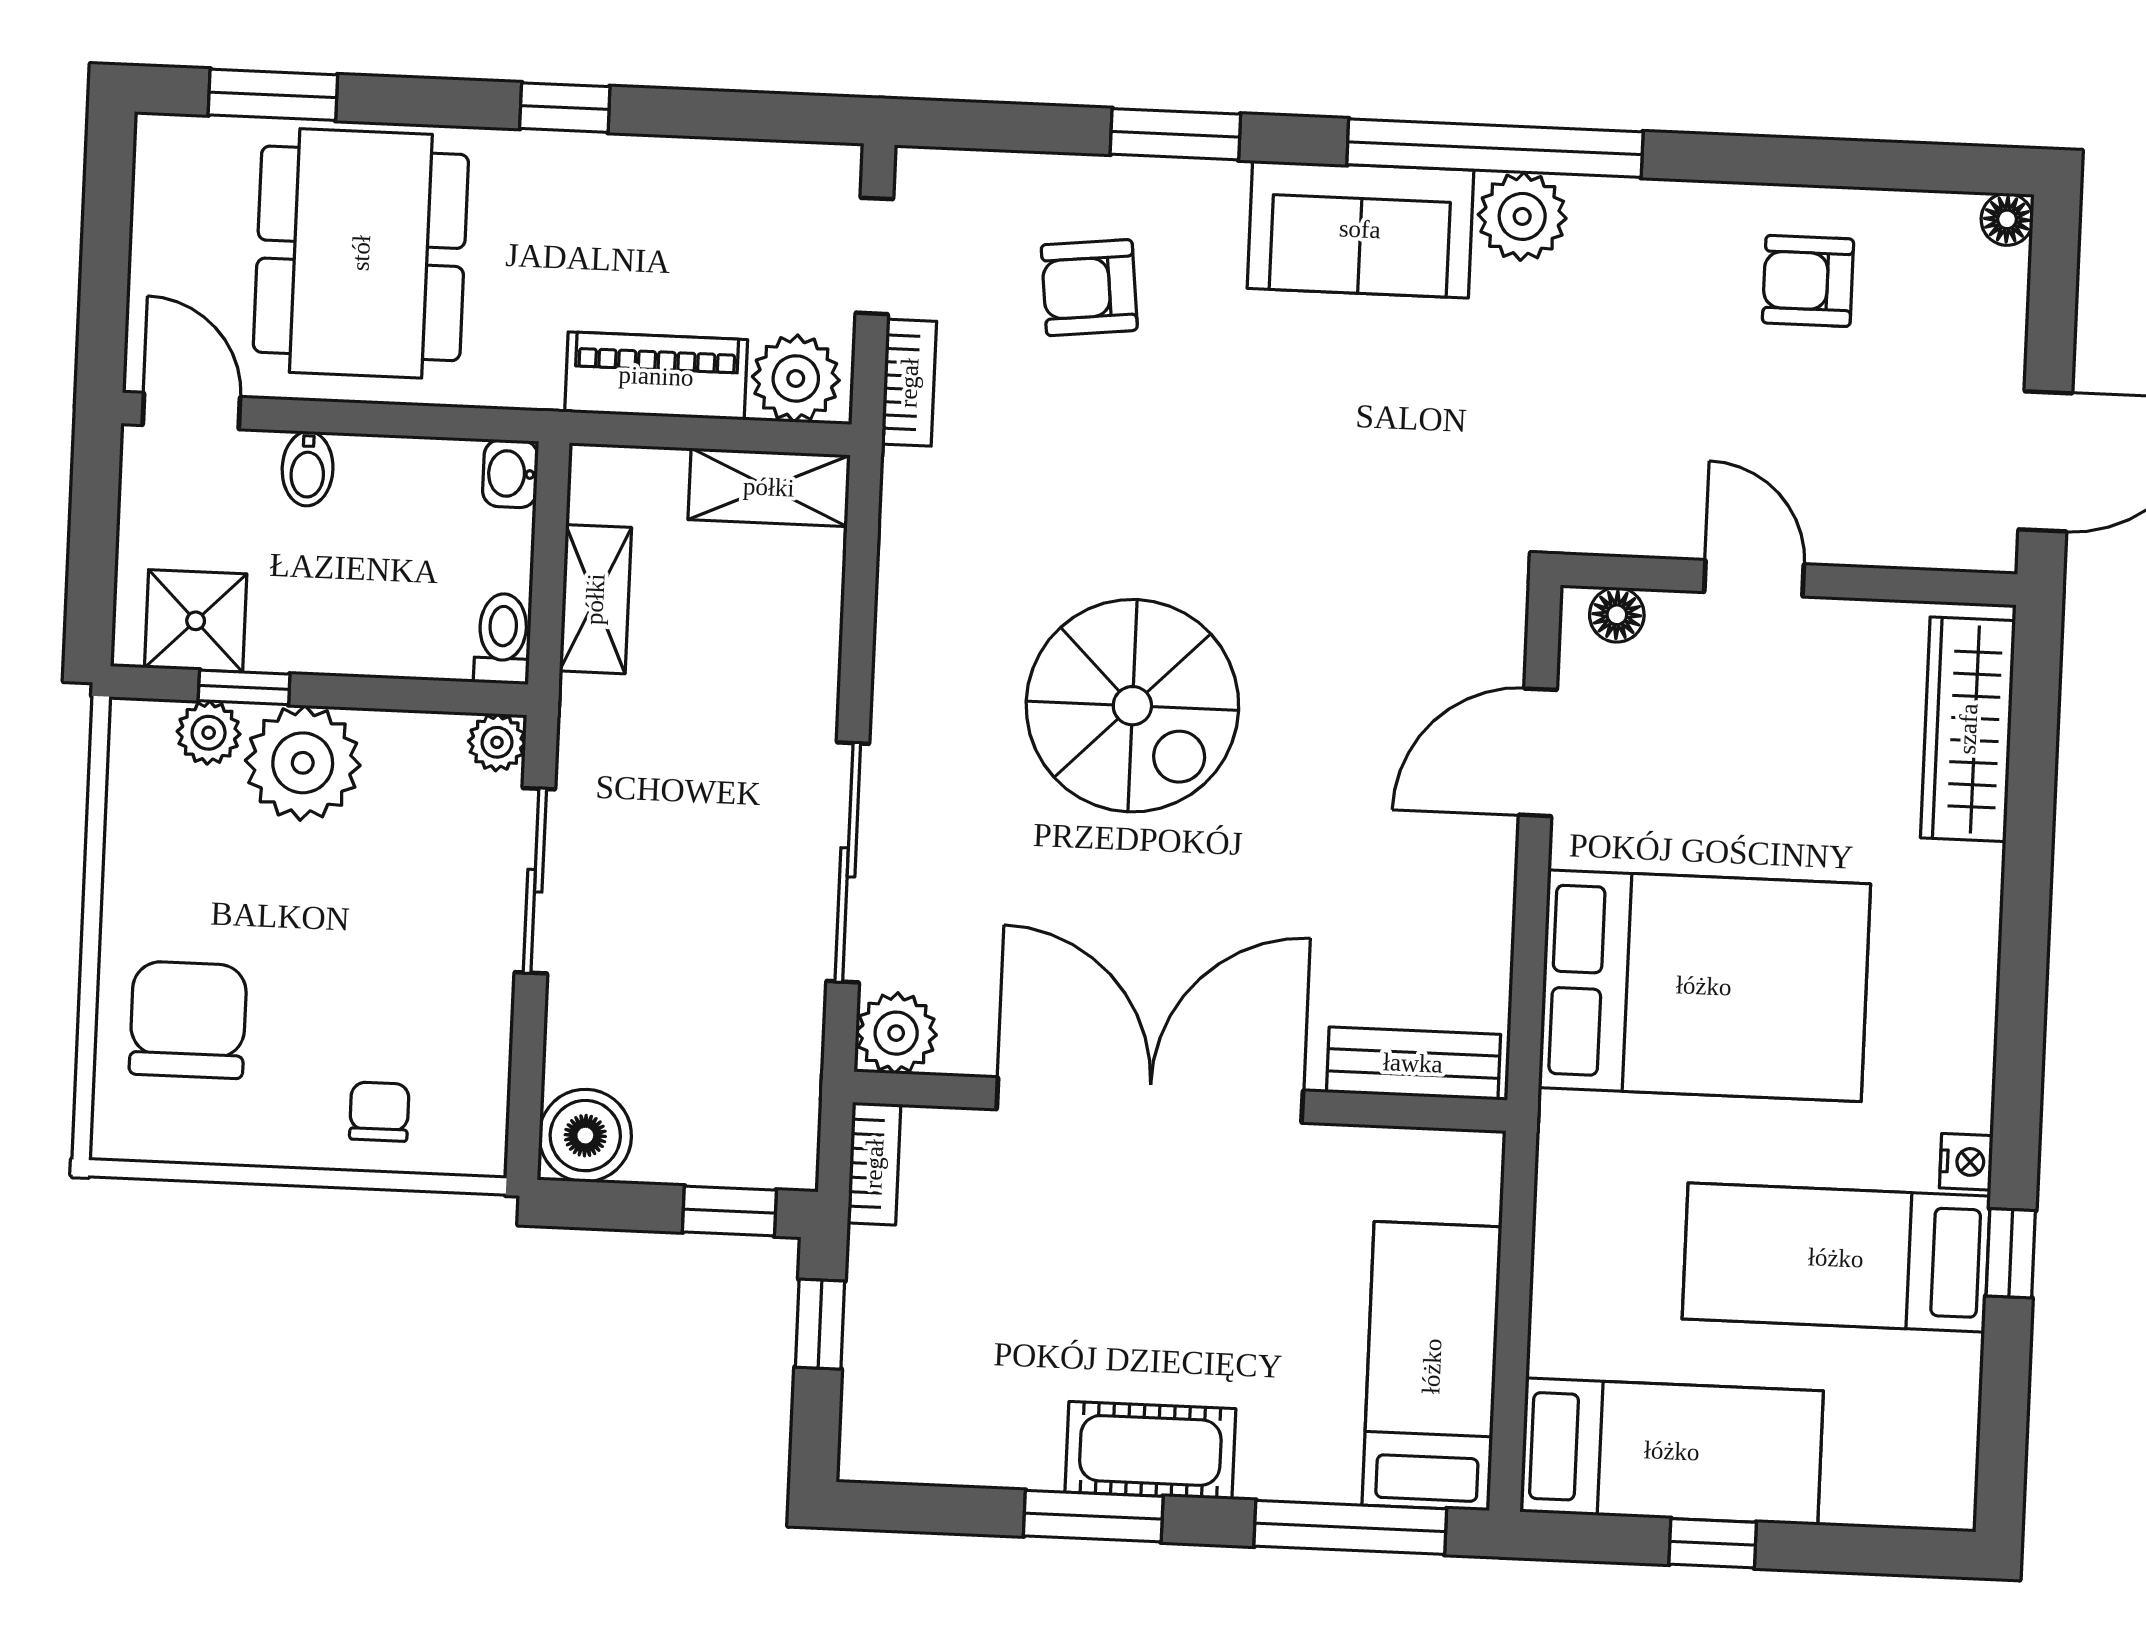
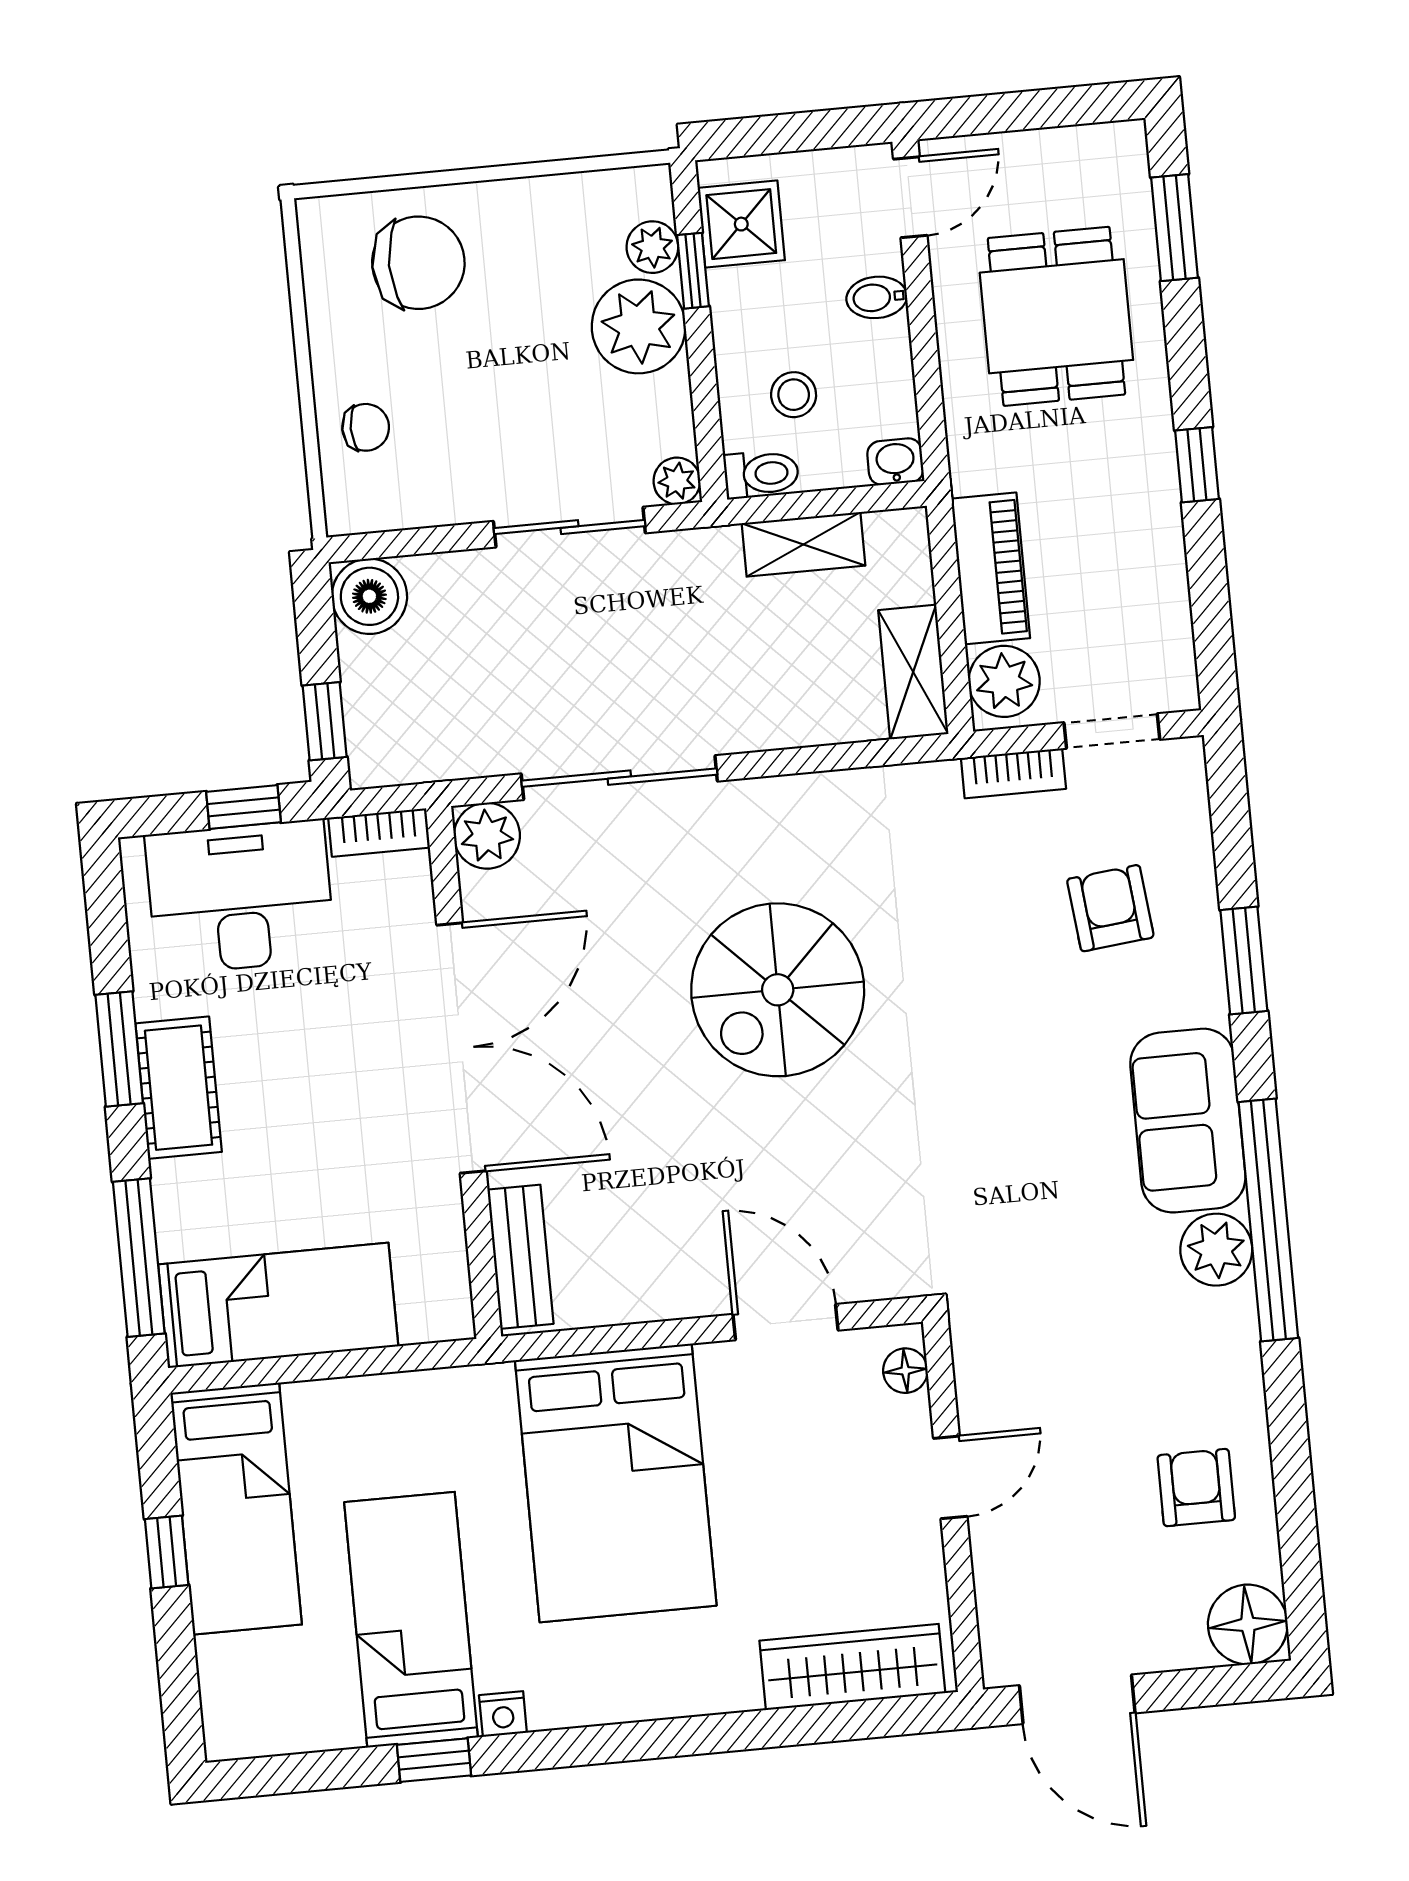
floor lamp: (2007, 219) -> (1248, 1624), width x1.89, depth x1.89
dining table: (361, 253) -> (1056, 316), width x0.73
stool: (412, 586) -> (794, 395), added
desk: (929, 1343) -> (240, 897), added

